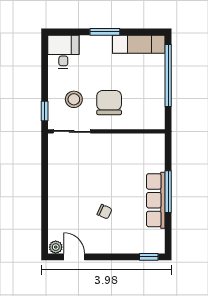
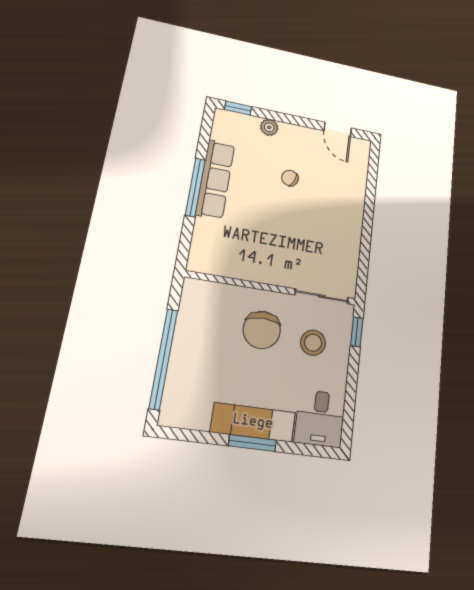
exam couch: (139, 44) -> (253, 422), moved
plant: (56, 247) -> (269, 127), moved

